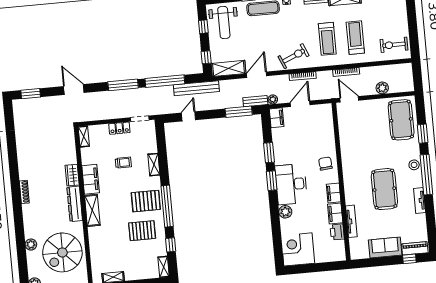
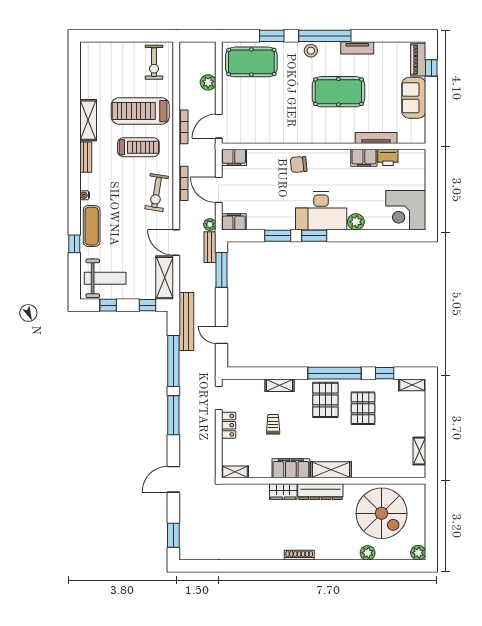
treadmill: (355, 38) -> (140, 111), width x1.37, depth x1.38
exercise bike: (294, 56) -> (157, 193), turned -148
filing cabinet: (334, 193) -> (234, 157), moved

